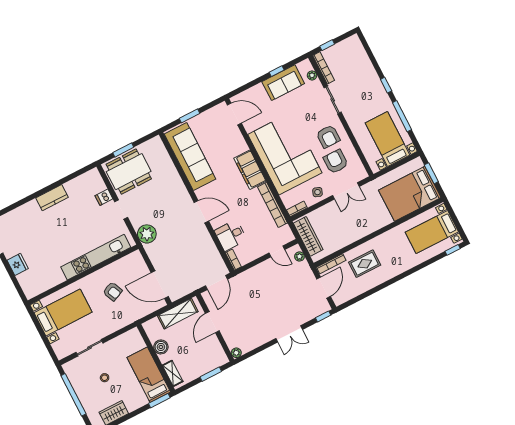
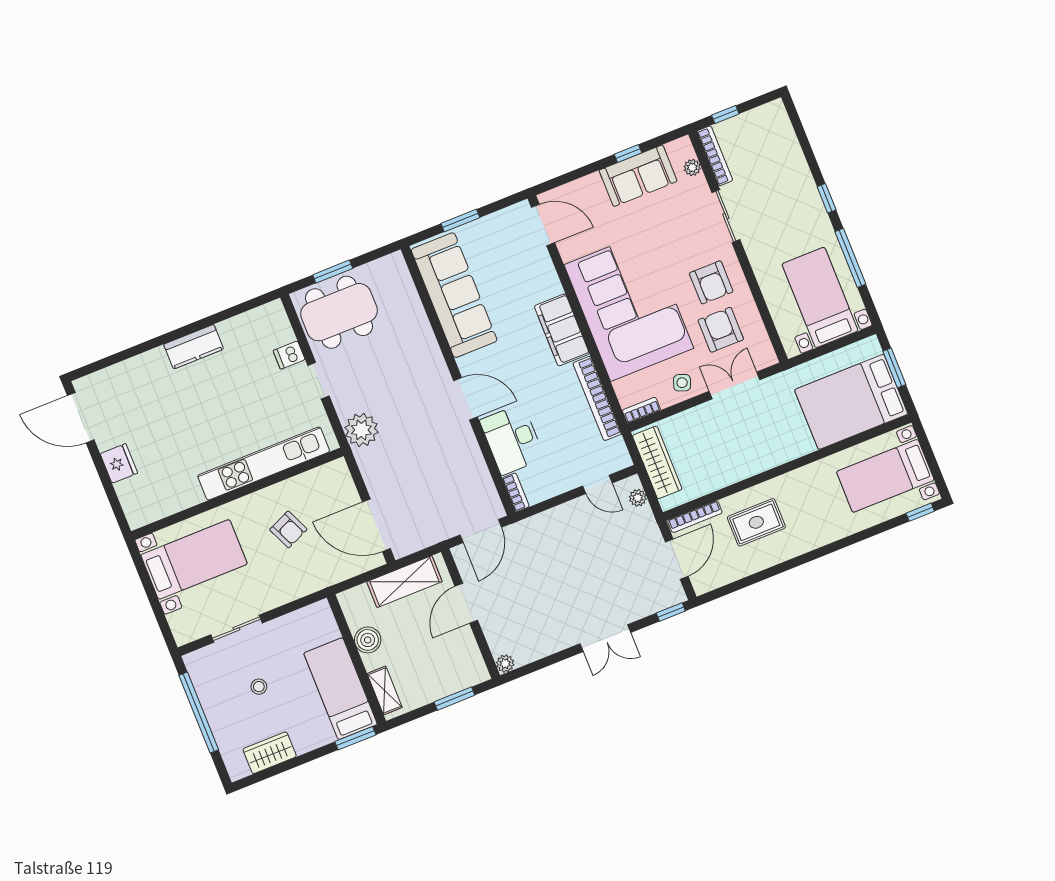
double door: (346, 191) -> (734, 385), swing flipped
desk: (231, 235) -> (512, 439), width x1.37

